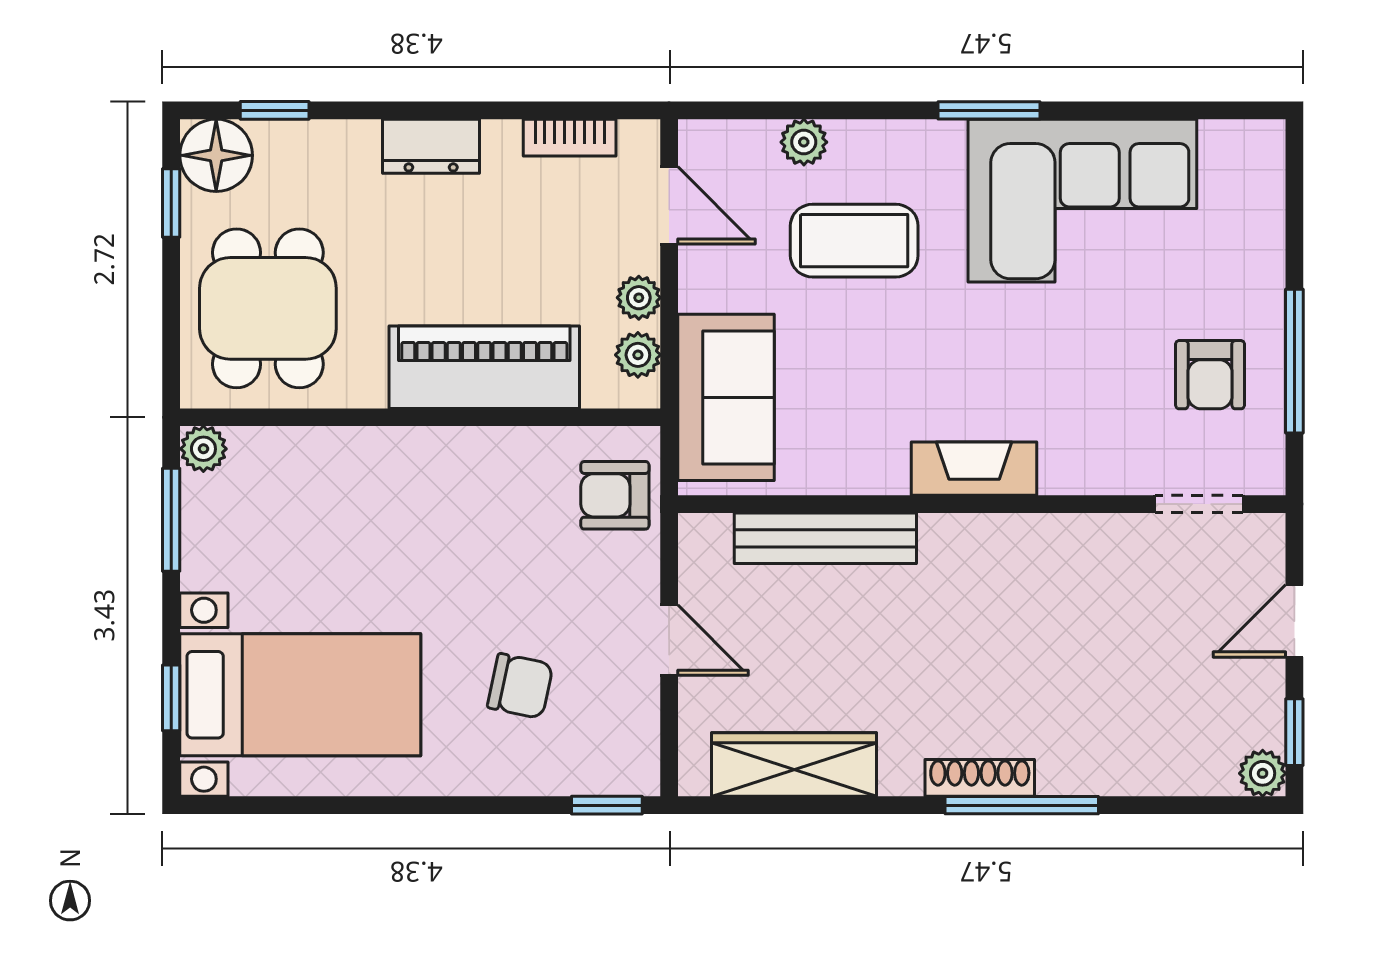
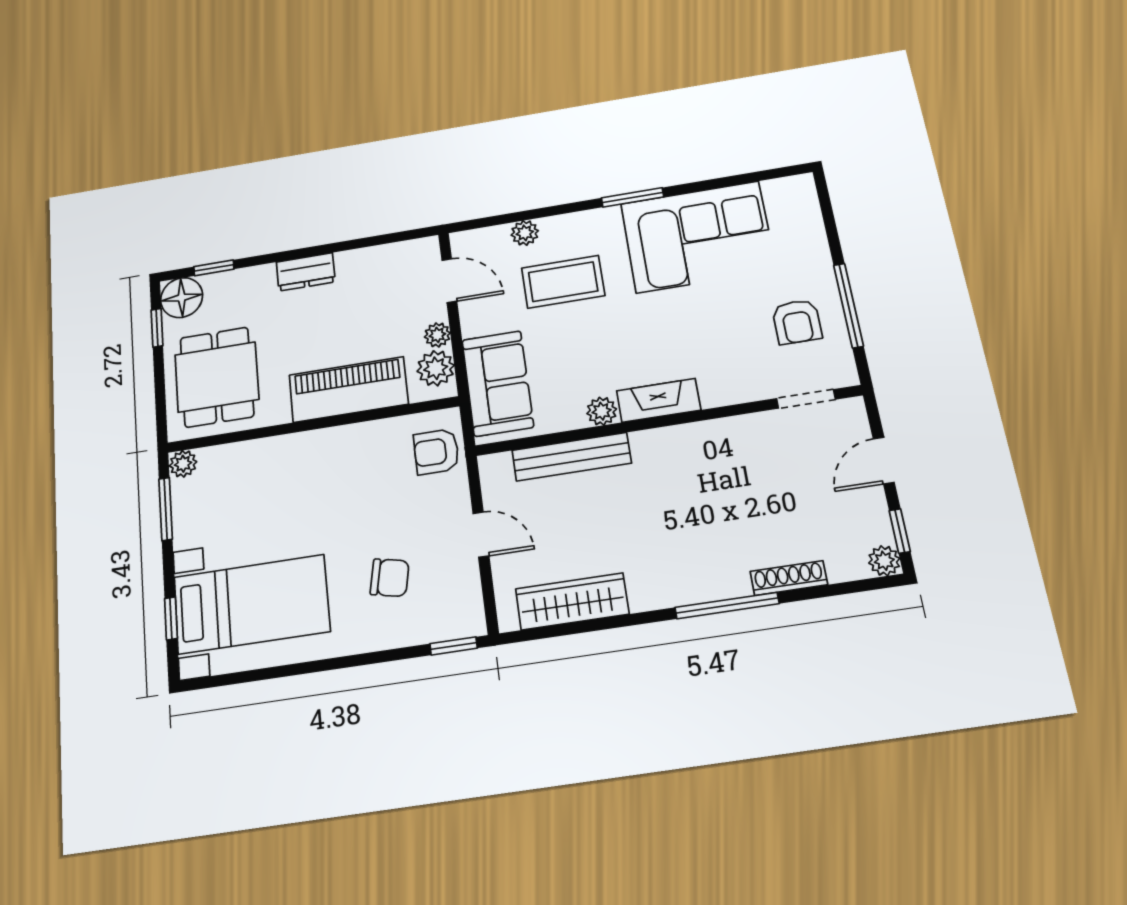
bookcase: (570, 138) -> (386, 254), removed
plant: (638, 355) -> (436, 368), width x1.38, depth x1.38
plant: (883, 472) -> (602, 411), added
shoe rack: (980, 778) -> (789, 578), moved

